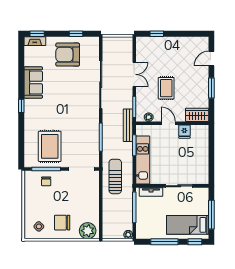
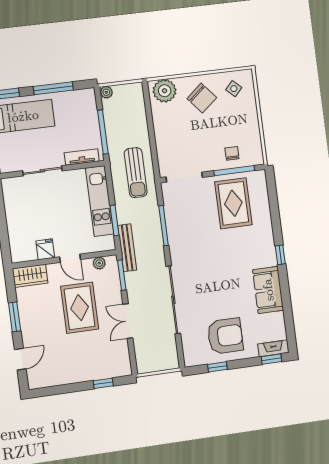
rug: (166, 88) -> (80, 308), width x1.36, depth x1.43
chair: (62, 223) -> (202, 98), turned 50

